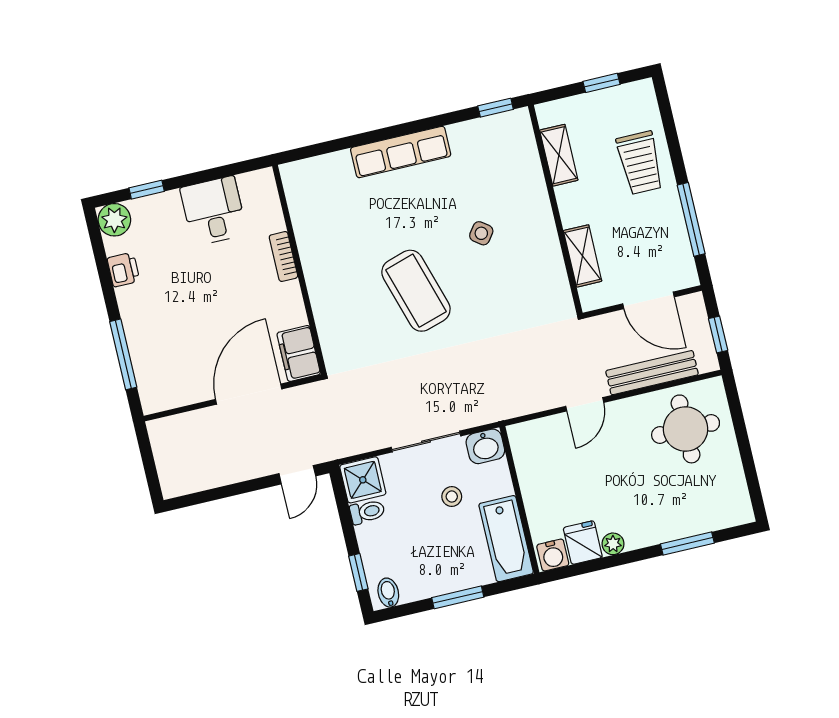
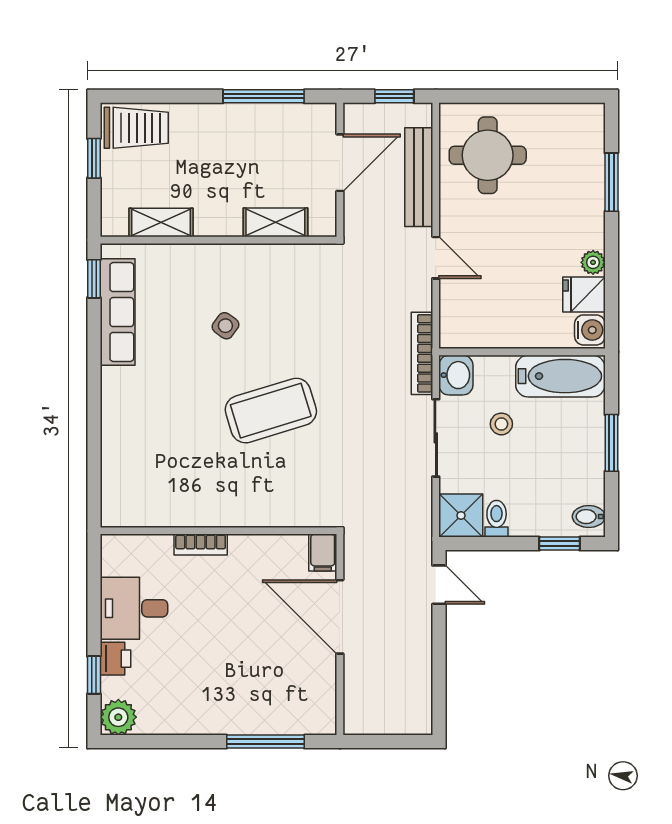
row of seats: (401, 152) -> (118, 312), moved
trolley: (640, 163) -> (136, 128), moved
printer: (123, 270) -> (115, 659), moved, turned 90
filing cabinet: (299, 353) -> (323, 553), width x0.50
bookcase: (498, 412) -> (422, 353), added

